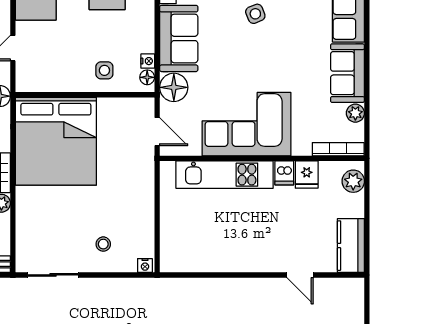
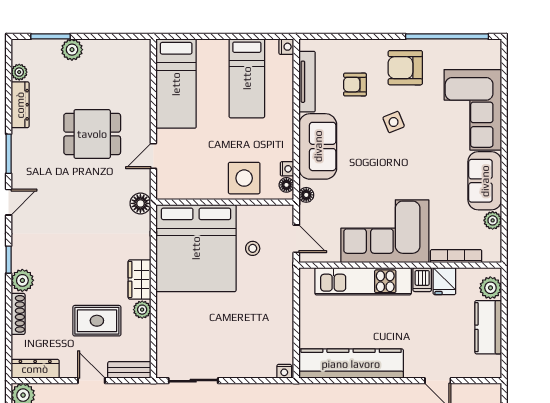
side table: (104, 70) -> (244, 178), width x1.87, depth x1.87
floor lamp: (174, 87) -> (306, 195), width x0.53, depth x0.53
bookcase: (338, 149) -> (456, 256), moved
stool: (103, 244) -> (253, 248), moved
kitchen counter: (351, 246) -> (488, 327), moved
kitchen counter: (212, 258) -> (351, 364), added

